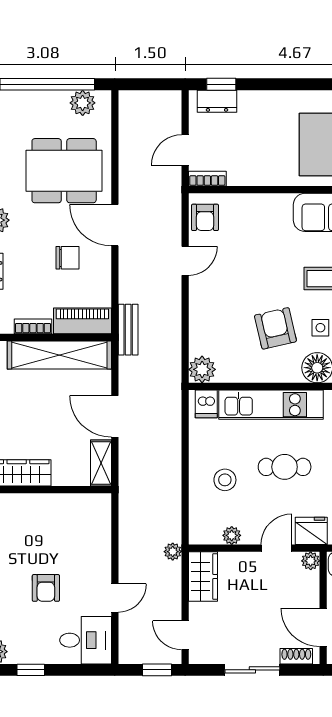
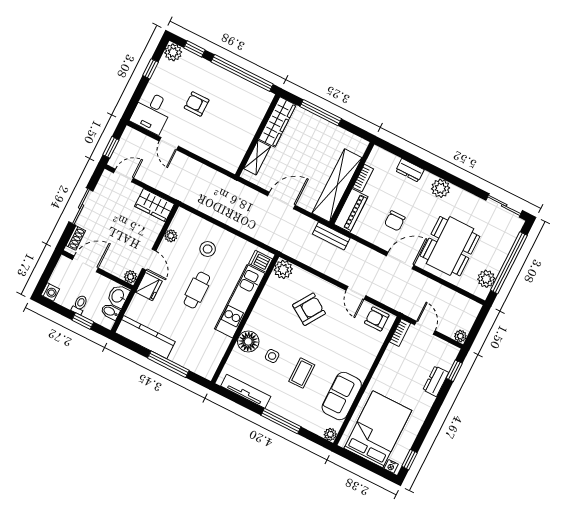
dresser: (217, 101) -> (436, 381), moved
armchair: (275, 328) -> (309, 309), moved, turned -44
shelving: (101, 463) -> (257, 158), moved, turned 90
plant: (173, 552) -> (460, 336), moved

